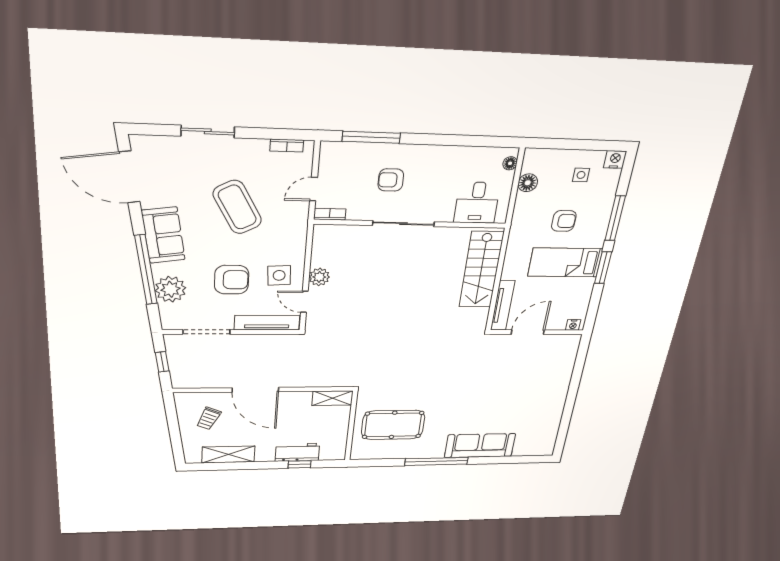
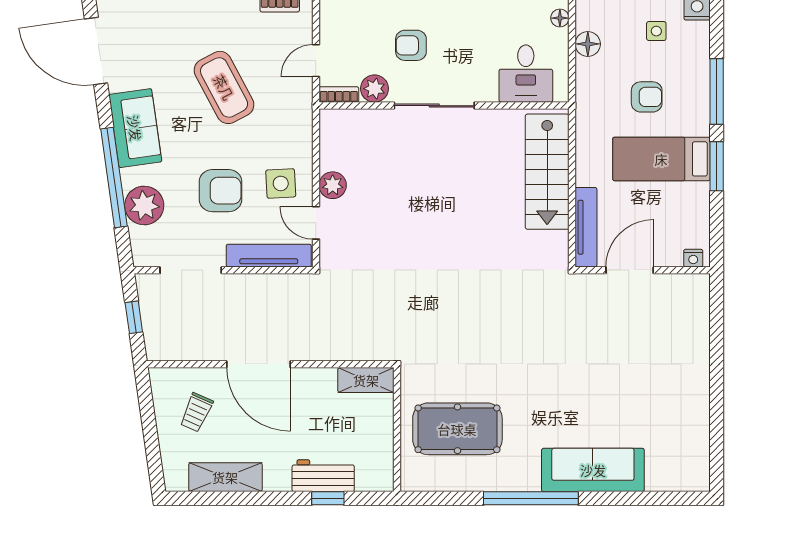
plant: (358, 211) -> (374, 89), added

